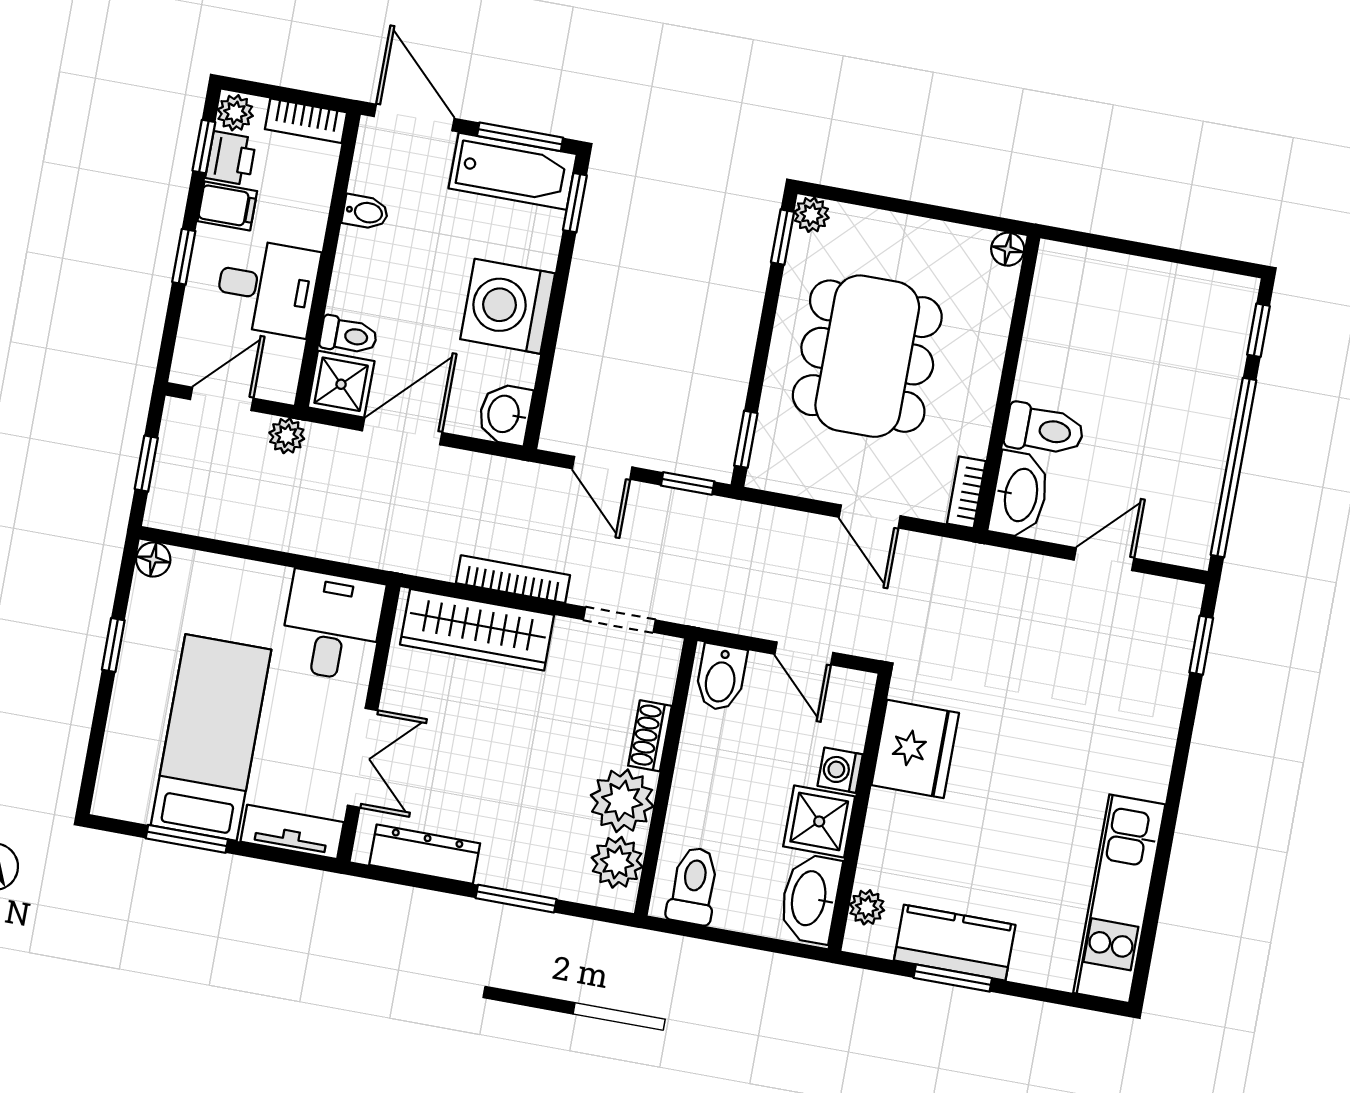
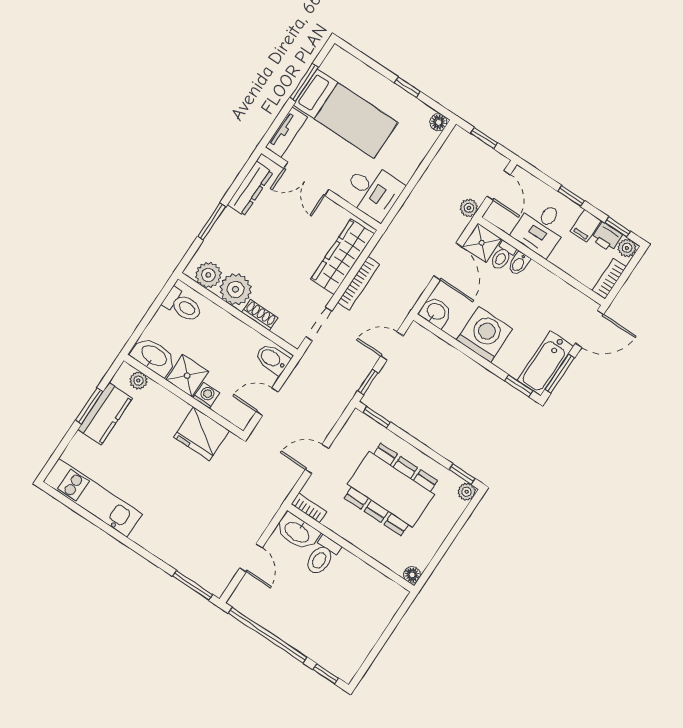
bidet: (365, 212) -> (519, 263), moved
window: (1201, 645) -> (193, 585), width x1.50

